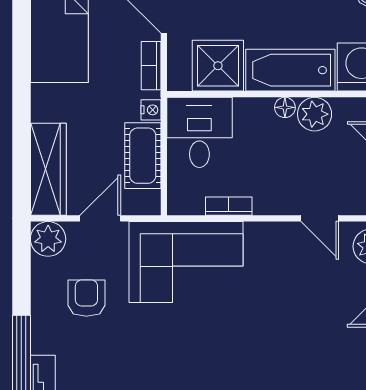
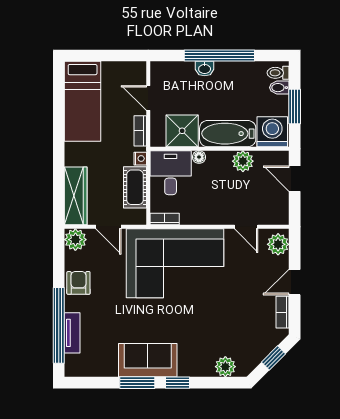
floor lamp: (285, 107) -> (199, 157), moved
bookcase: (229, 206) -> (165, 219), moved
door: (100, 218) -> (108, 227), swing flipped
corner sofa: (186, 262) -> (175, 263), width x1.36, depth x1.36
armchair: (86, 298) -> (78, 283), moved

